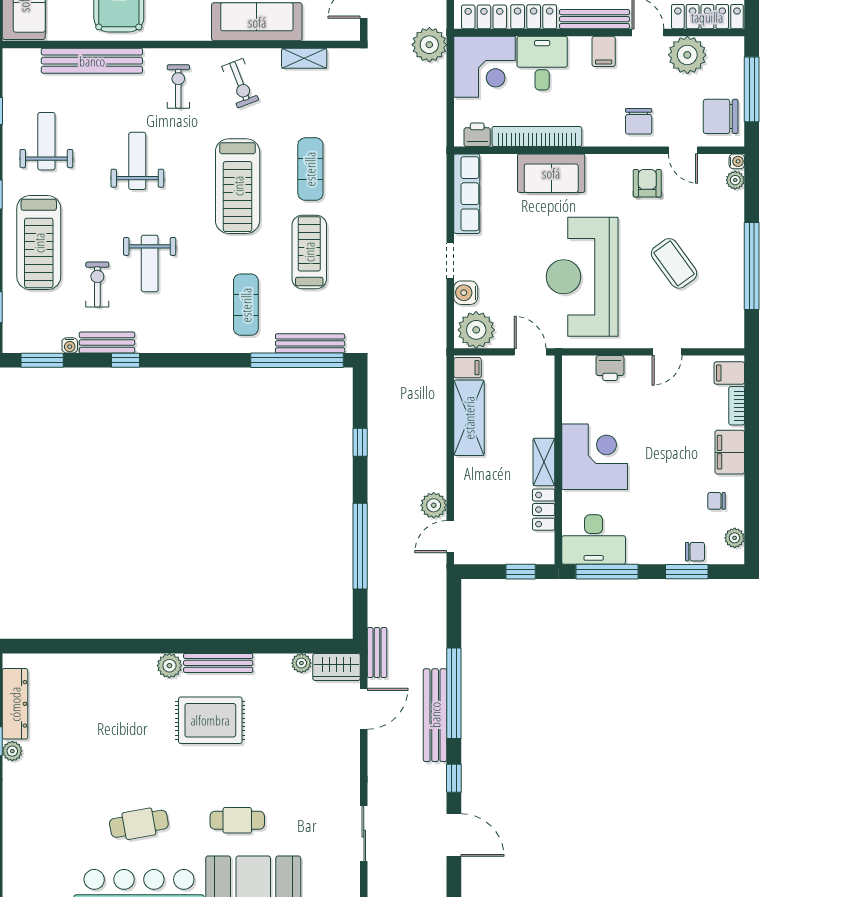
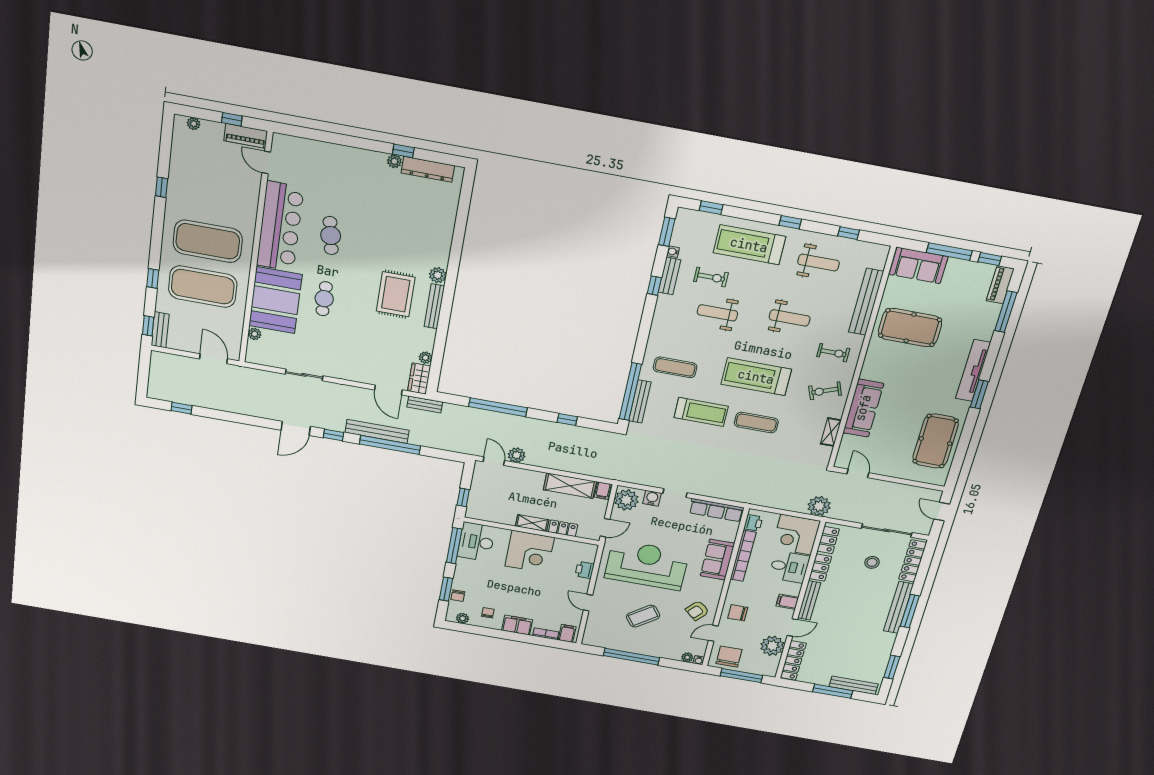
armchair: (647, 183) -> (697, 611), turned 131
locker: (544, 510) -> (563, 528), moved

